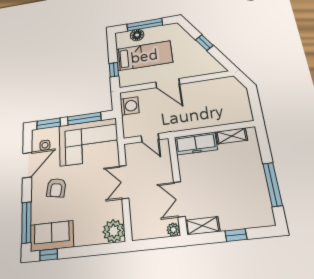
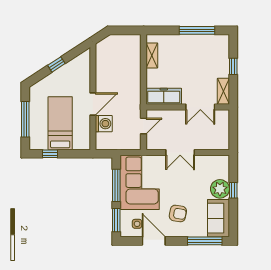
floor lamp: (137, 35) -> (36, 128), removed
window: (114, 70) -> (50, 154), moved
washing machine: (130, 106) -> (104, 124), moved, turned 90
freezer: (196, 143) -> (164, 96), moved, turned -90
plant: (173, 230) -> (224, 115), removed
plant: (114, 231) -> (220, 189), moved
window: (49, 255) -> (233, 190), moved

